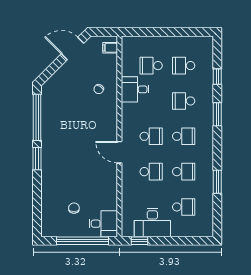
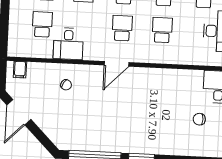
school desk: (151, 66) -> (42, 24), turned 180
door: (119, 152) -> (117, 64), moved

